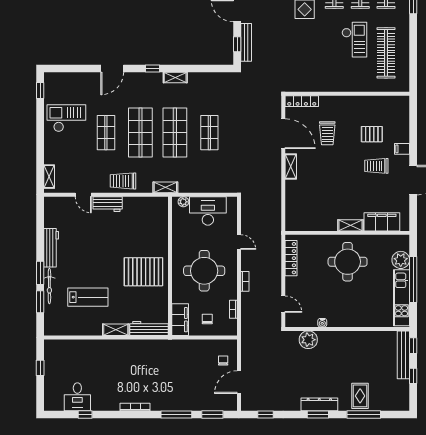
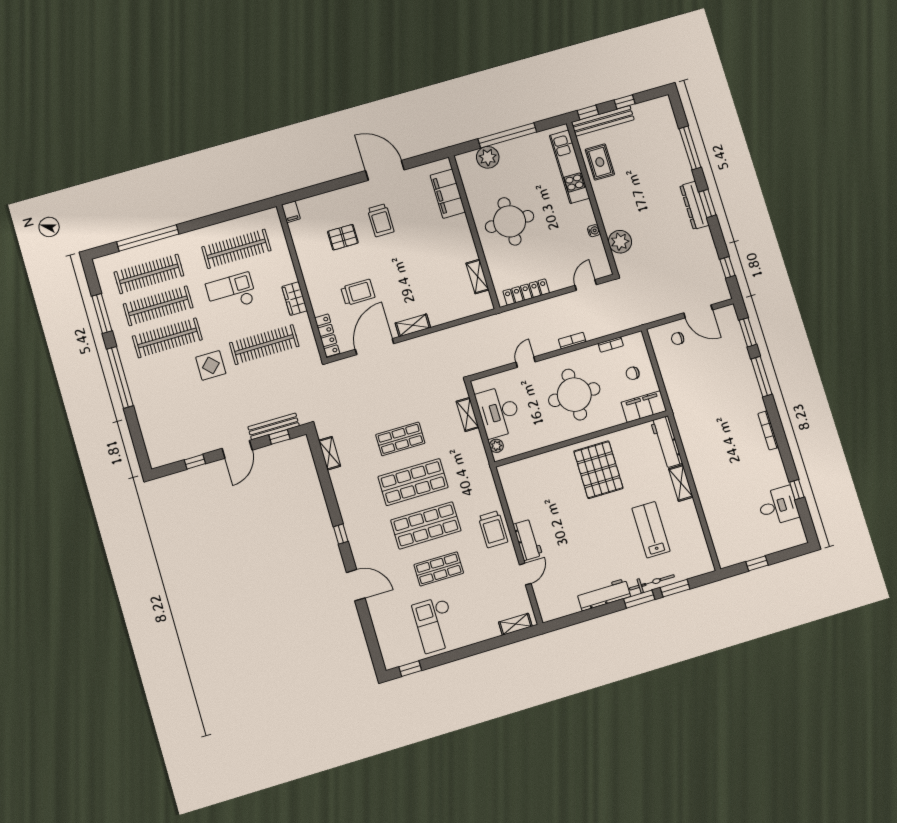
clothes rail: (309, 53) -> (264, 345), added
shelving: (175, 78) -> (330, 453), moved
wardrobe: (336, 85) -> (295, 299), added
pallet: (372, 134) -> (343, 237), turned 90
filing cabinet: (402, 149) -> (291, 212), moved
shelving: (165, 187) -> (468, 414), moved
shelving: (351, 225) -> (477, 277), moved
kitchen unit: (401, 298) -> (569, 167), moved, turned 90
rug: (360, 396) -> (600, 162), moved, turned 90

